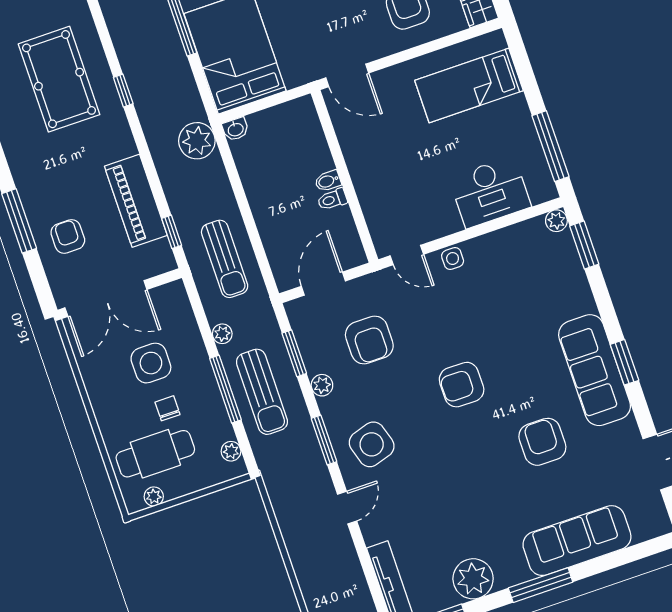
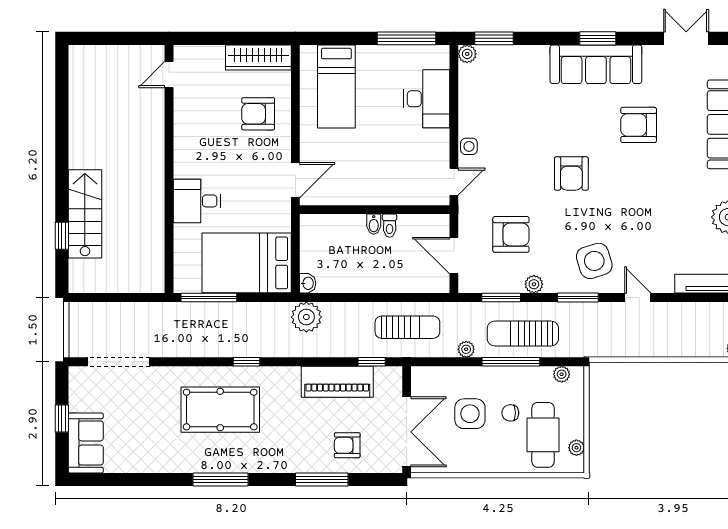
sun lounger: (262, 392) -> (523, 334), turned 180

